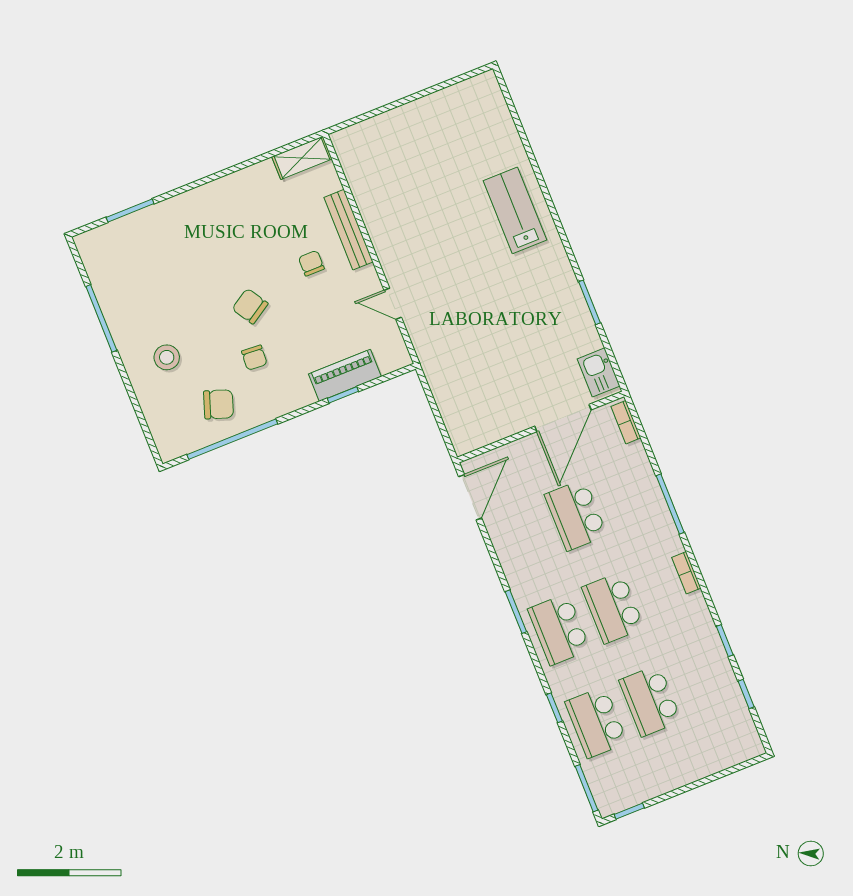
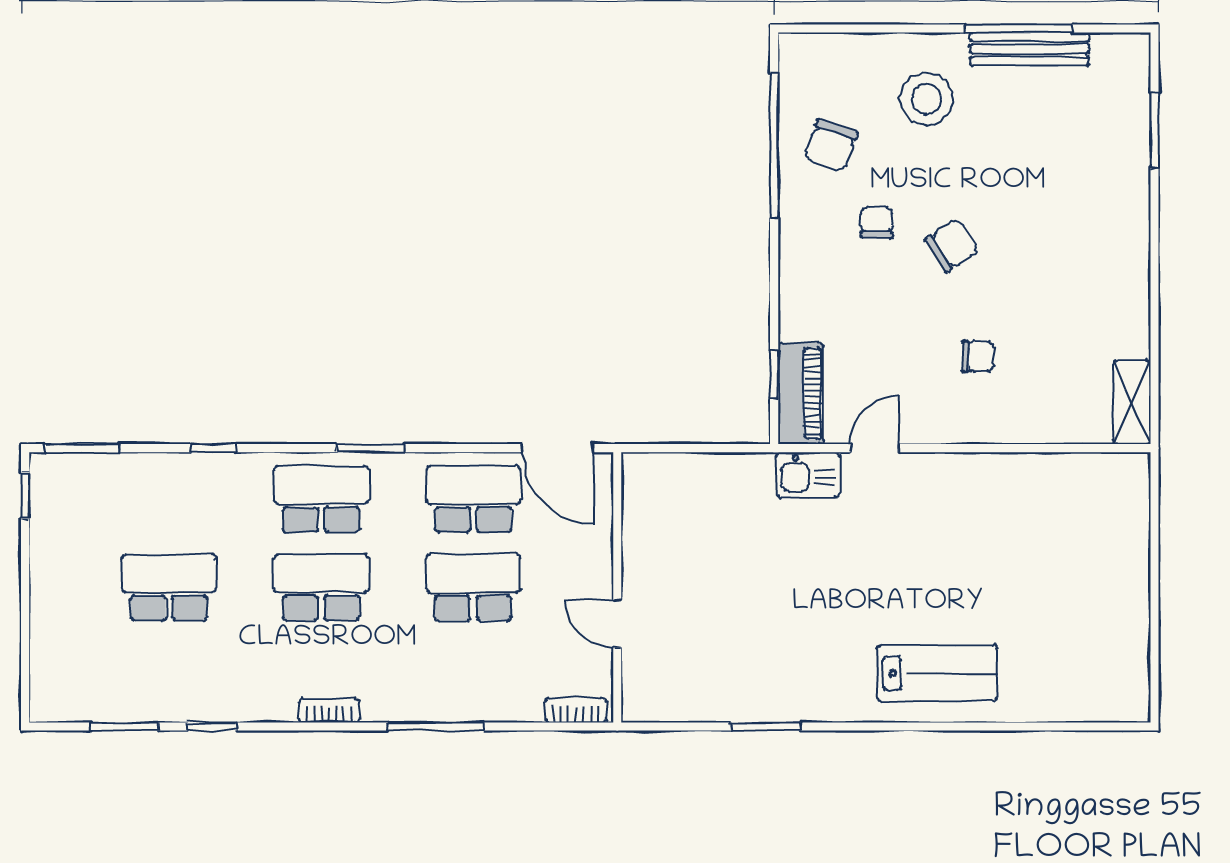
bench: (349, 230) -> (1030, 49), moved
stool: (167, 357) -> (927, 99), width x1.38, depth x1.38
chair: (254, 358) -> (877, 222), turned 86
kitchen sink: (599, 372) -> (808, 475), moved, turned 180
piano: (345, 375) -> (801, 393), moved
window: (343, 395) -> (774, 374), moved
door: (563, 418) -> (617, 624), width x0.53
window: (746, 694) -> (124, 727), width x1.50
school desk: (596, 722) -> (473, 499), moved

